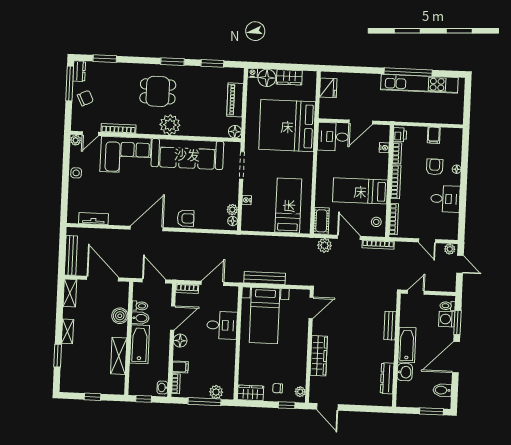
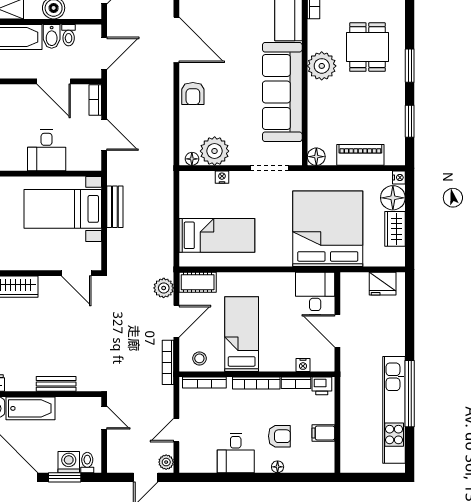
plant: (232, 210) -> (215, 151), width x1.88, depth x1.88
bench: (265, 278) -> (115, 207), width x0.73
floor lamp: (180, 341) -> (23, 93), removed

